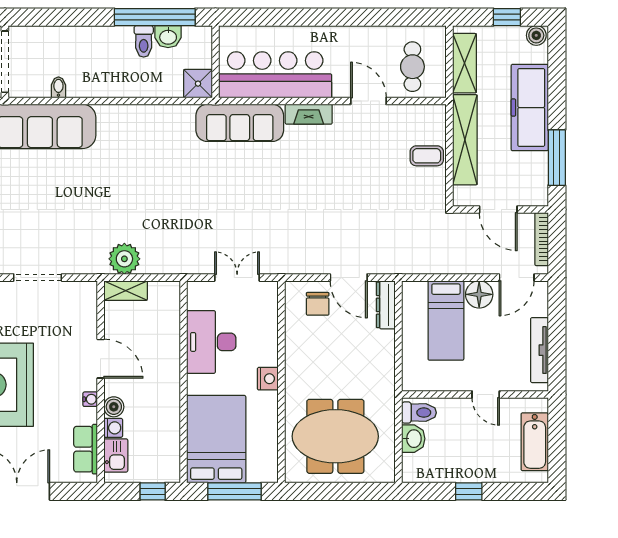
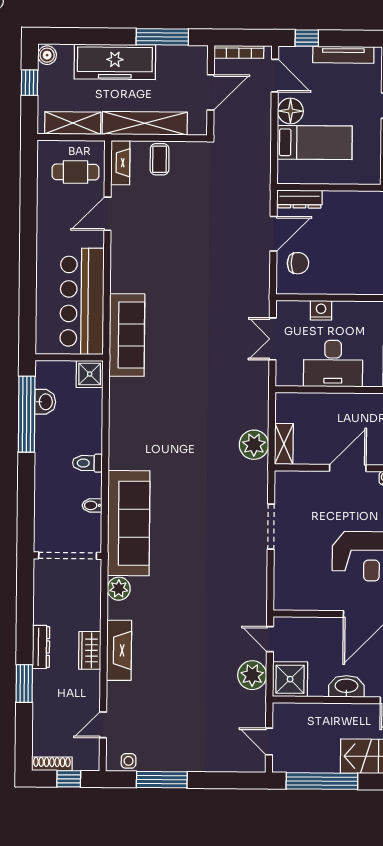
toilet: (144, 41) -> (87, 463), moved, turned 180
fireplace: (309, 114) -> (120, 163), moved
window: (557, 311) -> (307, 38), added
nightstand: (268, 379) -> (321, 310), moved

